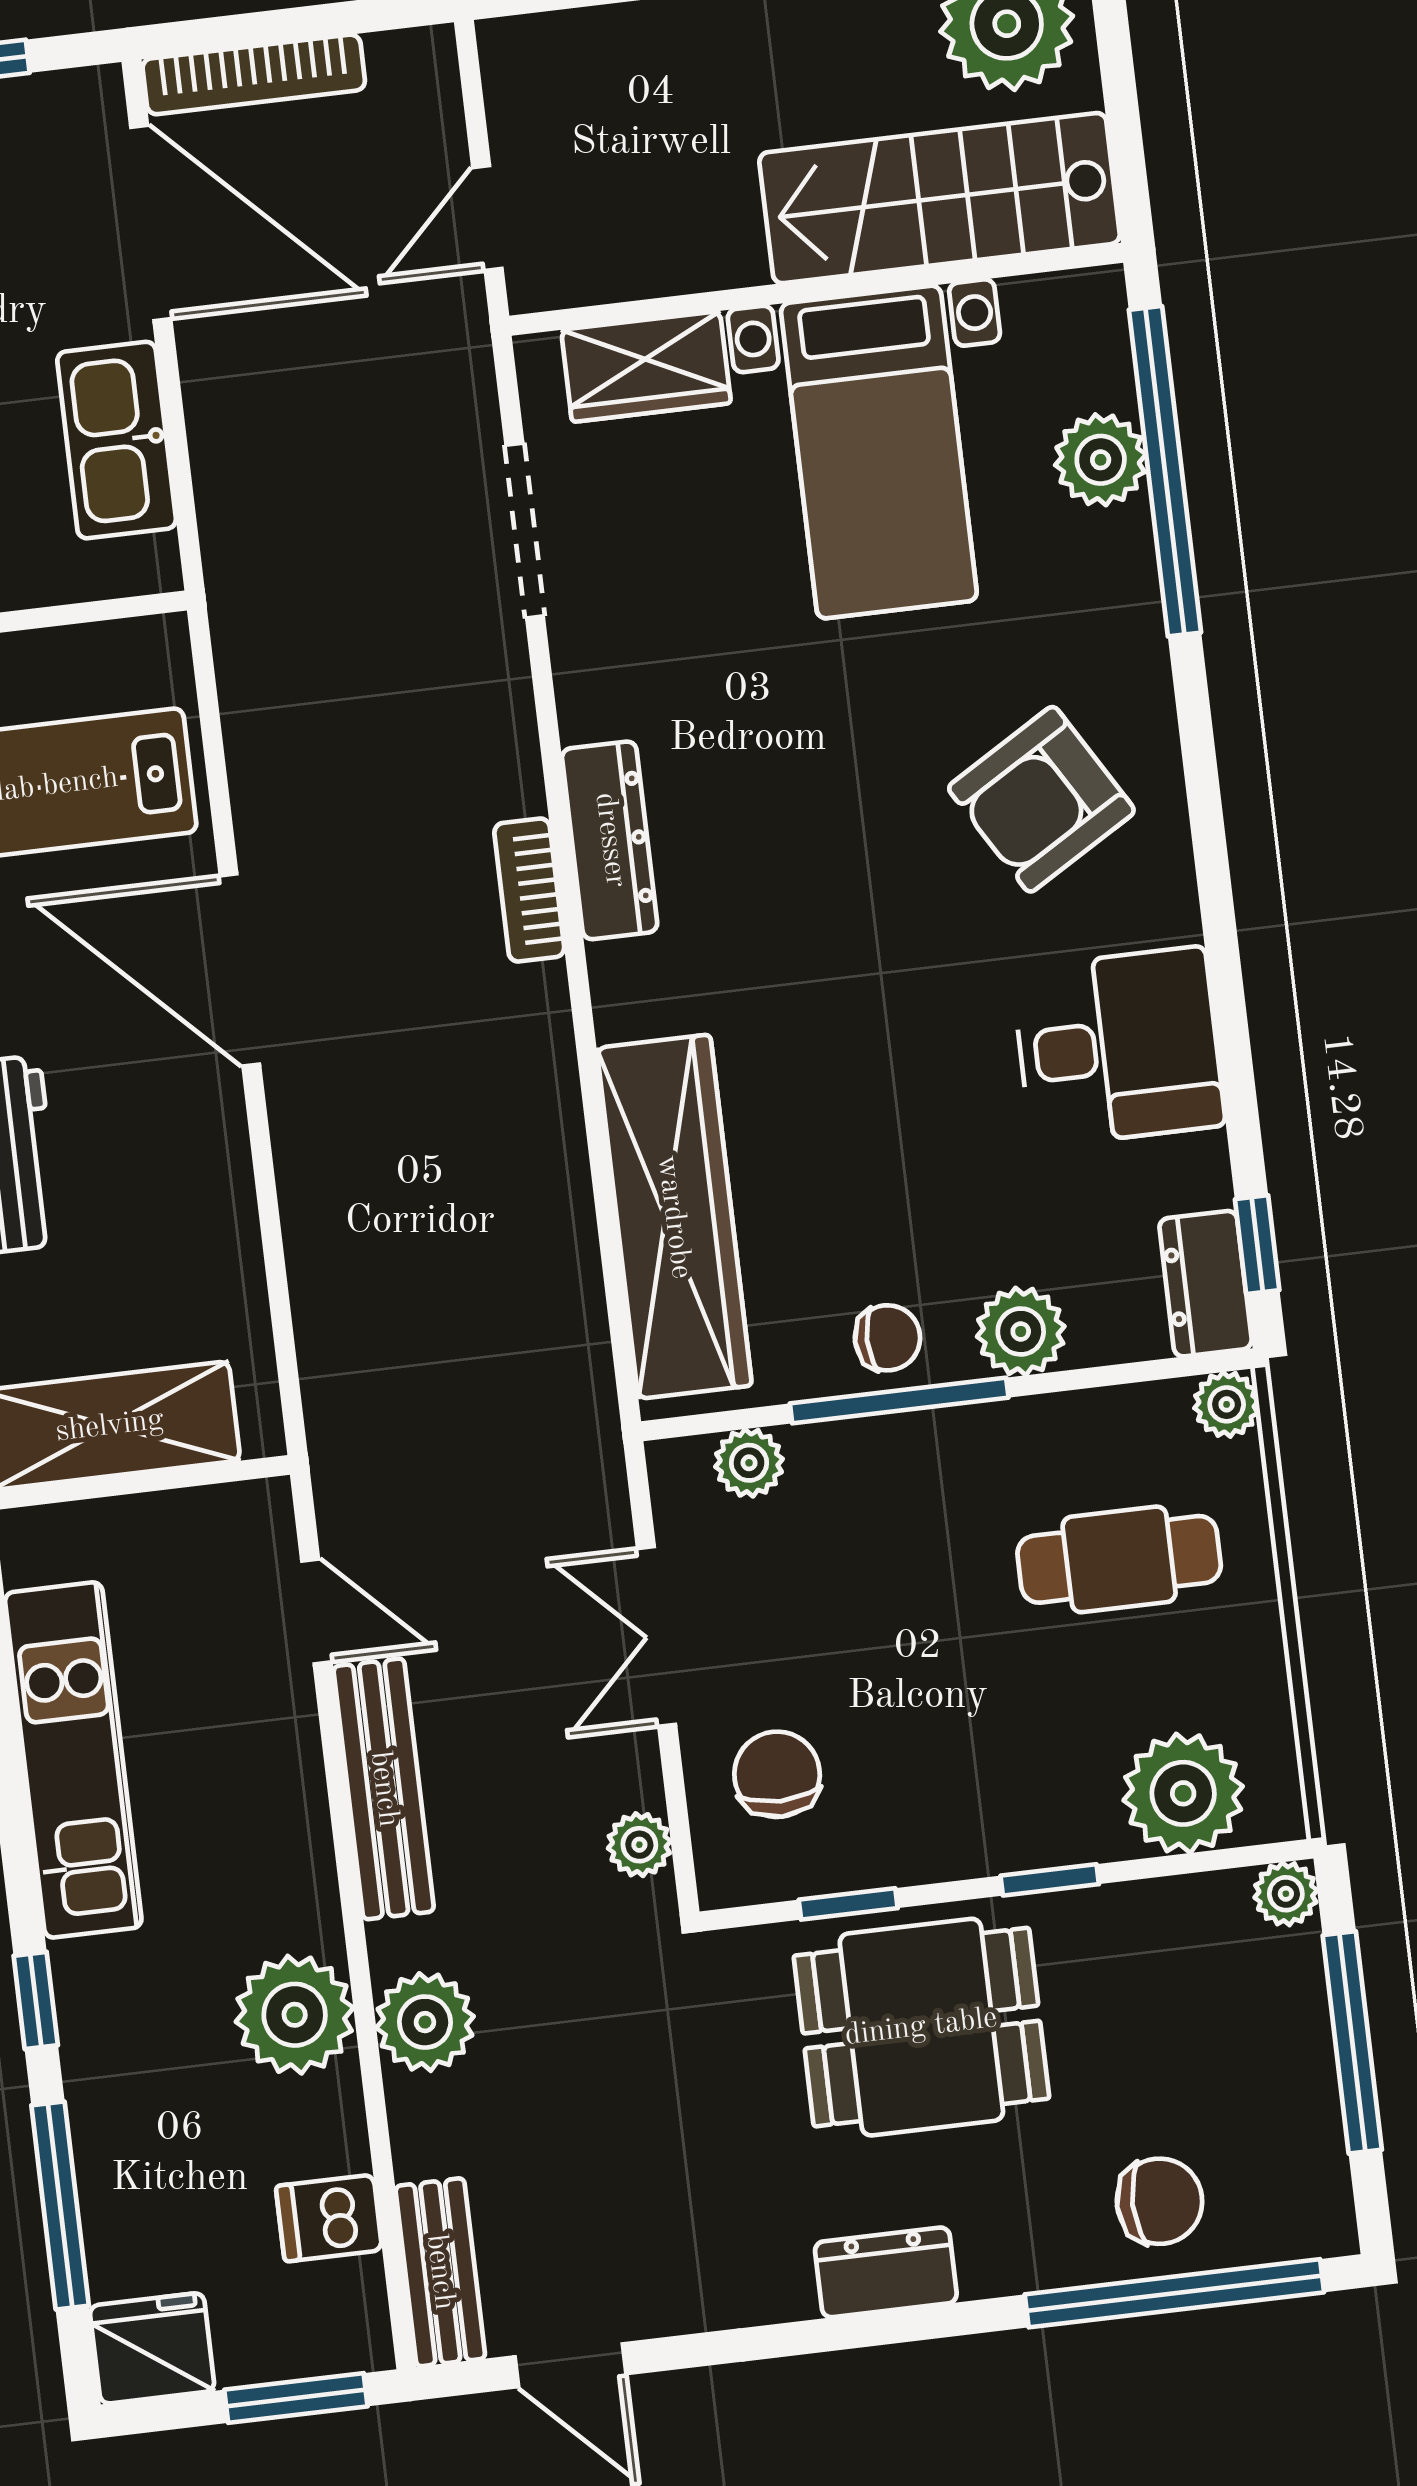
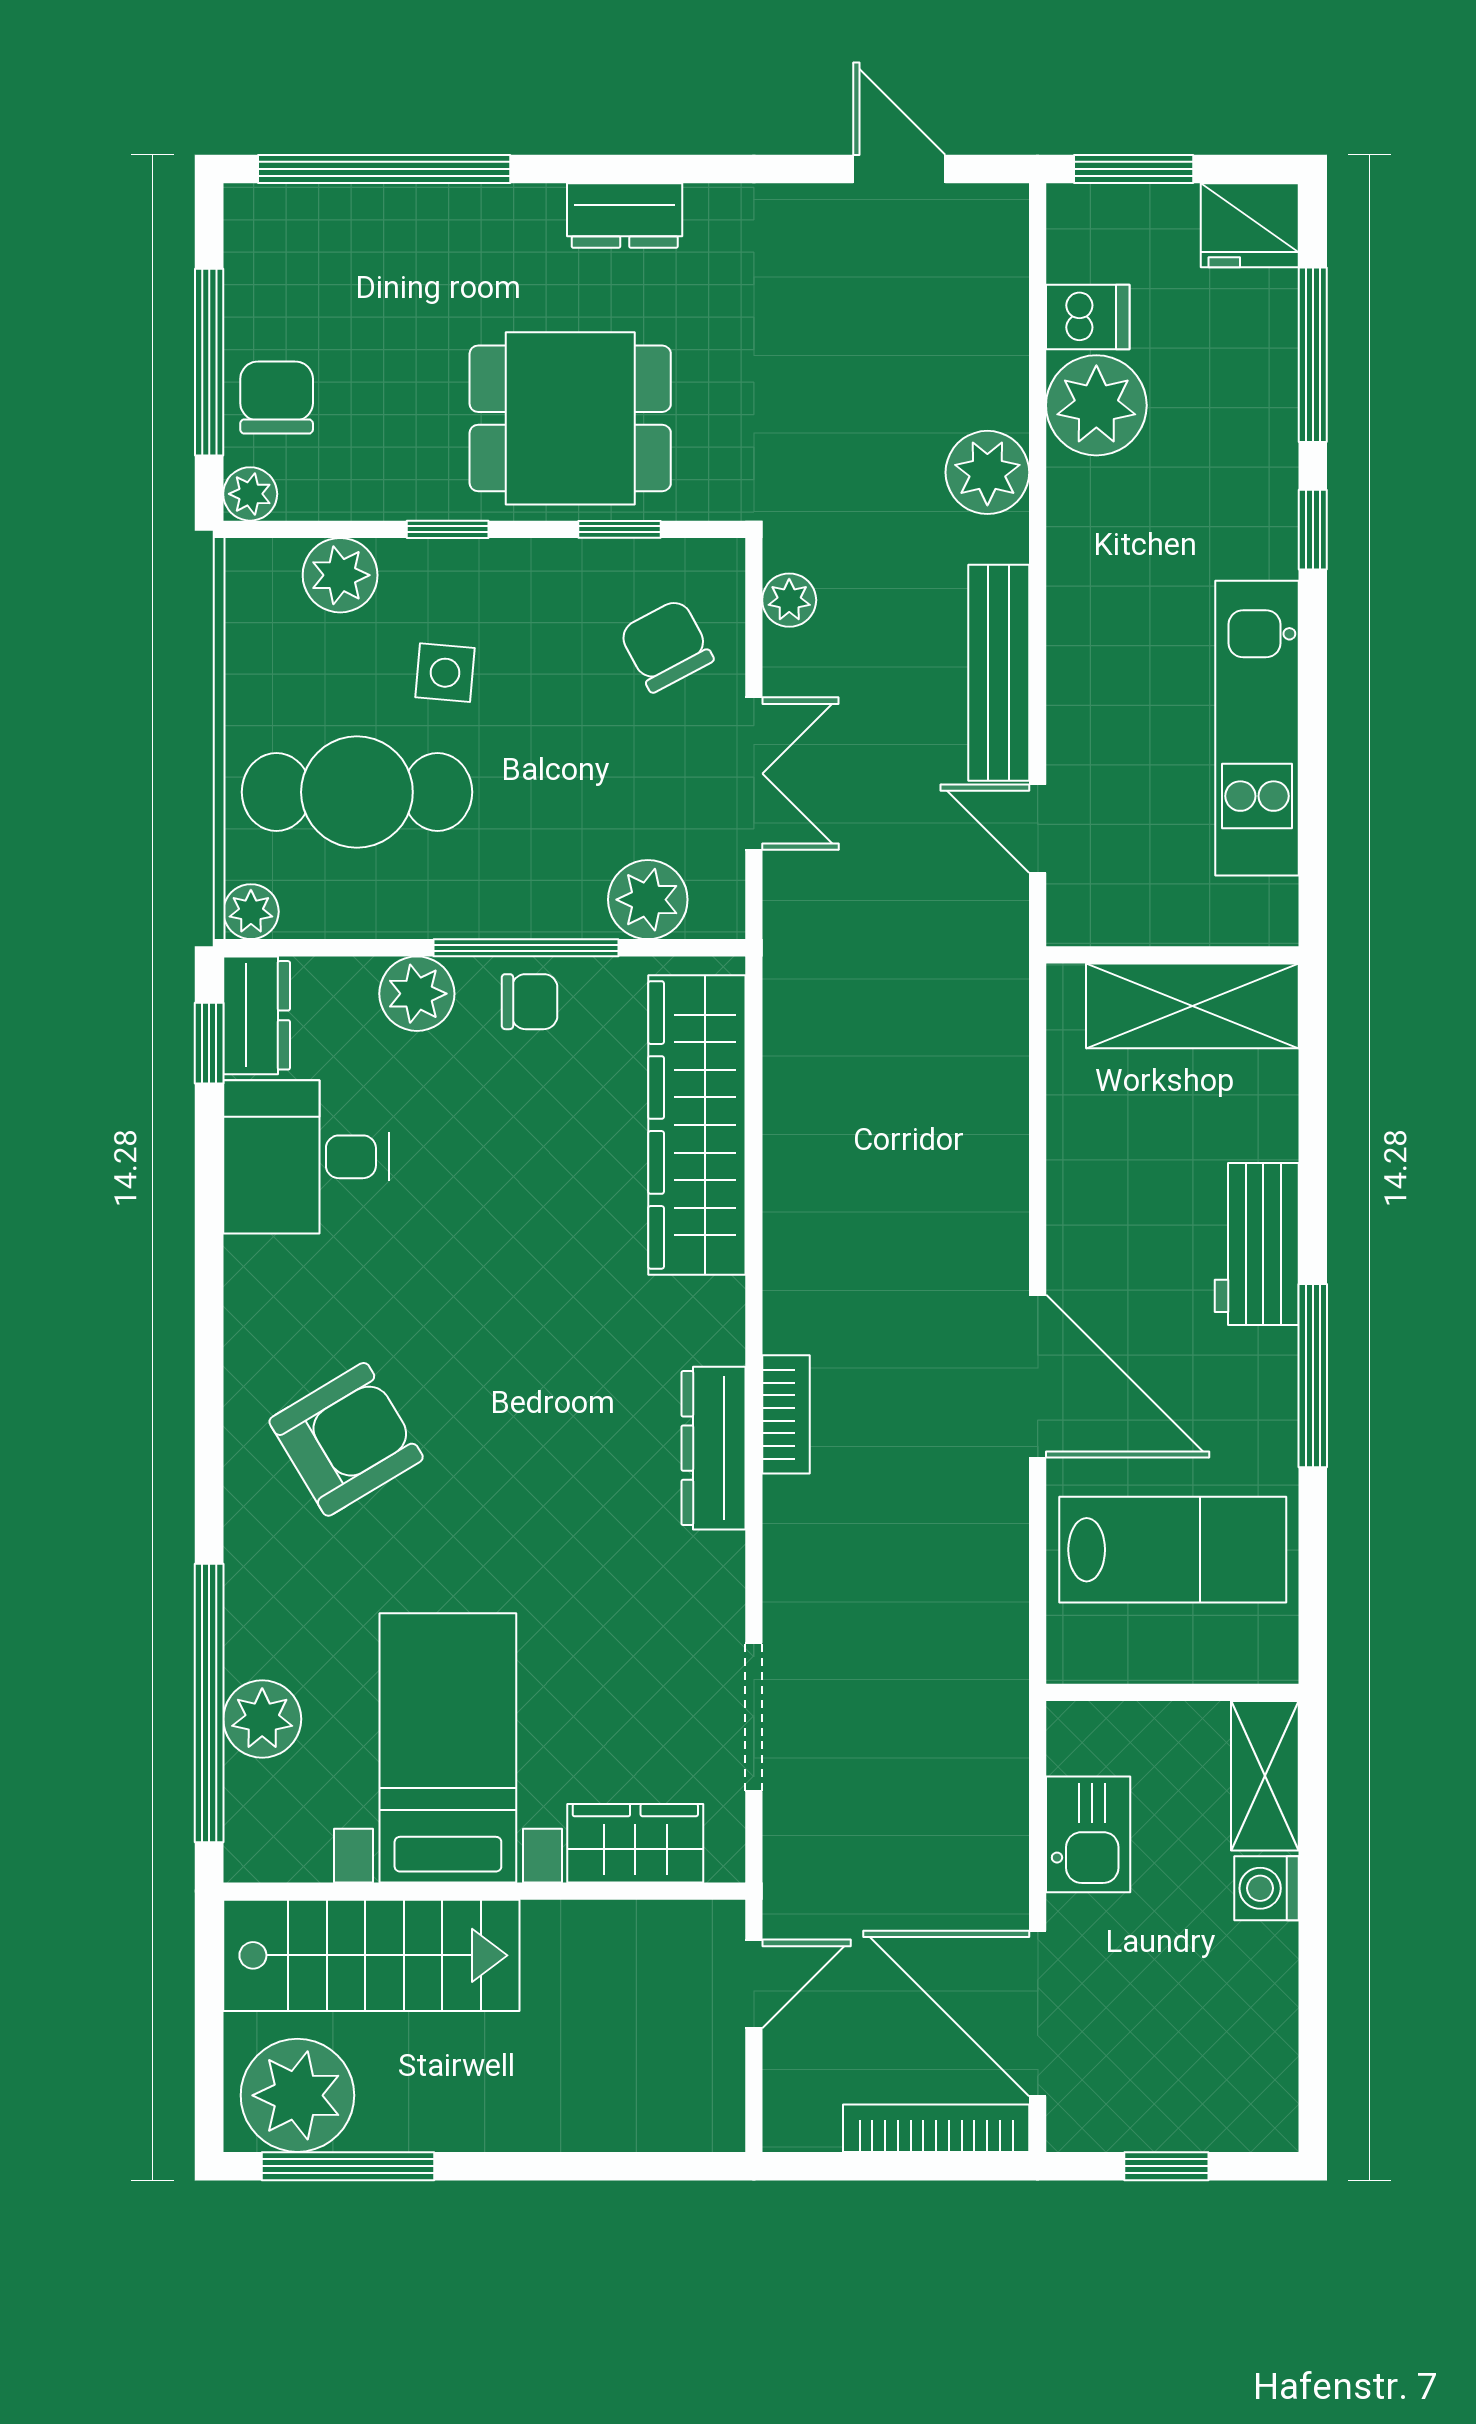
kitchen sink: (117, 440) -> (1088, 1834), width x0.73
desk: (1118, 1047) -> (306, 1157), moved
chair: (887, 1338) -> (530, 1002), turned 180
plant: (749, 1463) -> (648, 900), width x1.38, depth x1.38
cafe table: (1119, 1559) -> (357, 792), width x1.37, depth x1.35
side table: (1033, 1712) -> (445, 673), added
chair: (777, 1774) -> (666, 646), turned 152
plant: (1183, 1793) -> (340, 575), width x0.73, depth x0.73
plant: (295, 2015) -> (1096, 405), moved
chair: (1159, 2201) -> (277, 398), moved, turned 90
bench: (440, 2272) -> (1000, 260), removed

